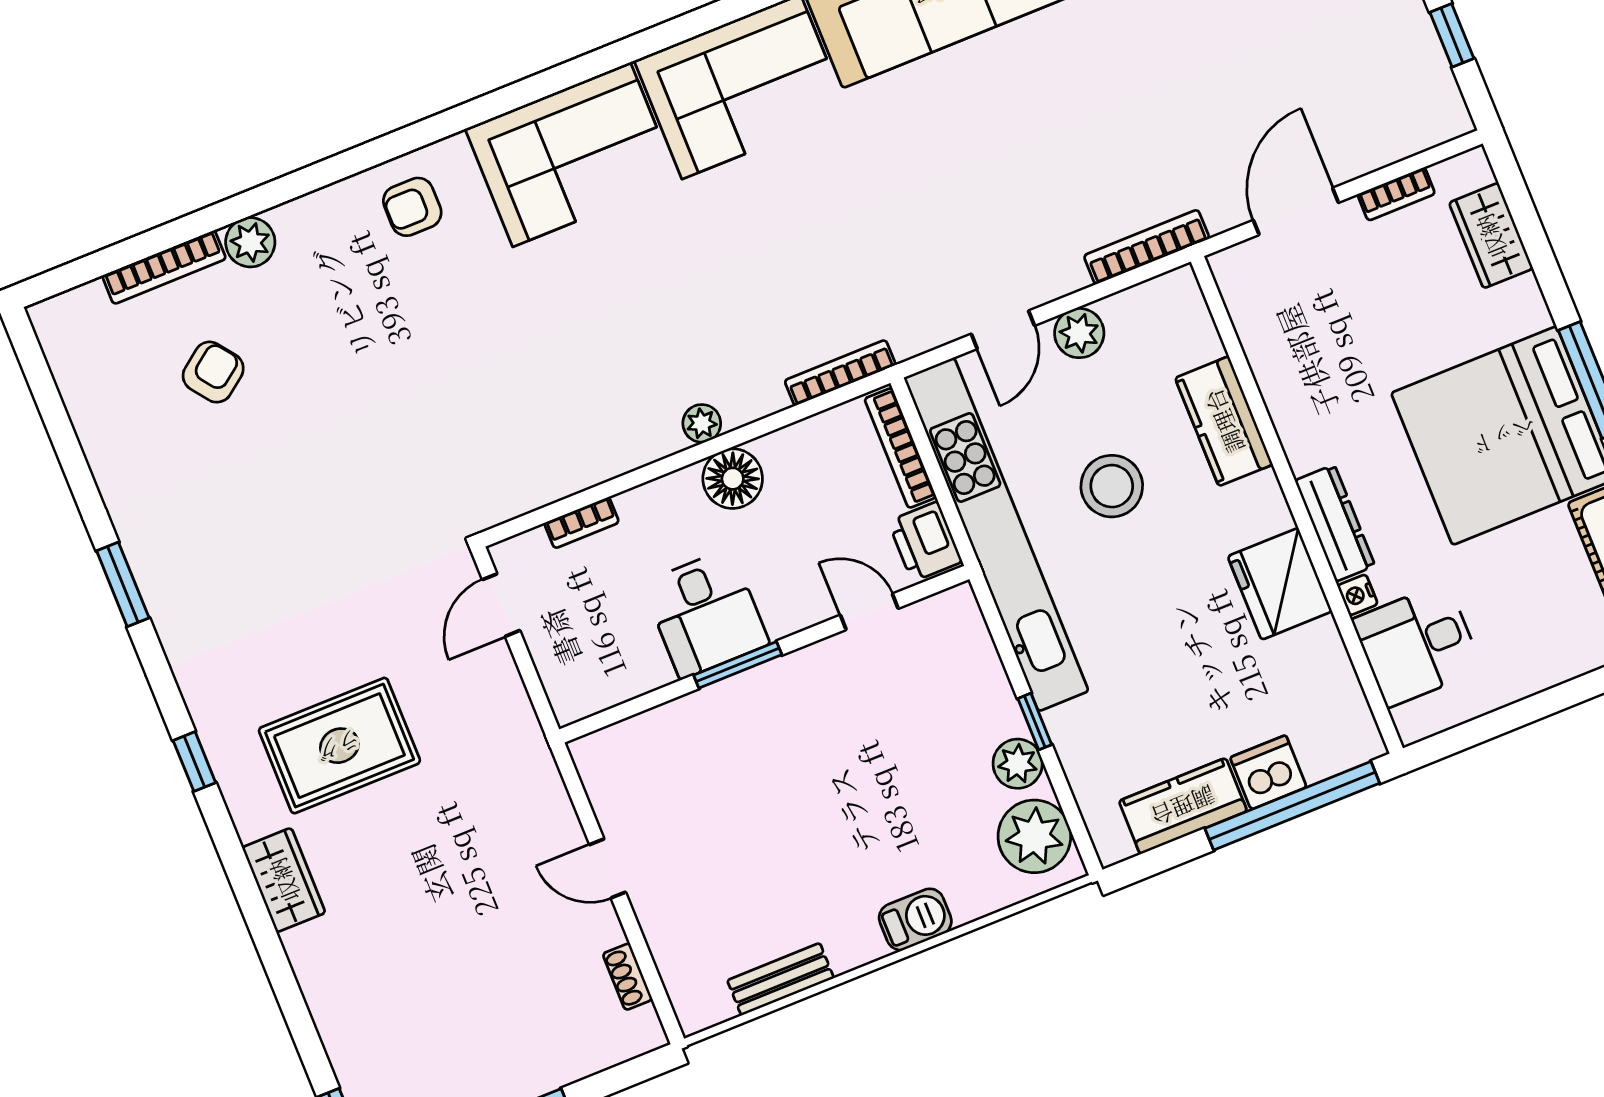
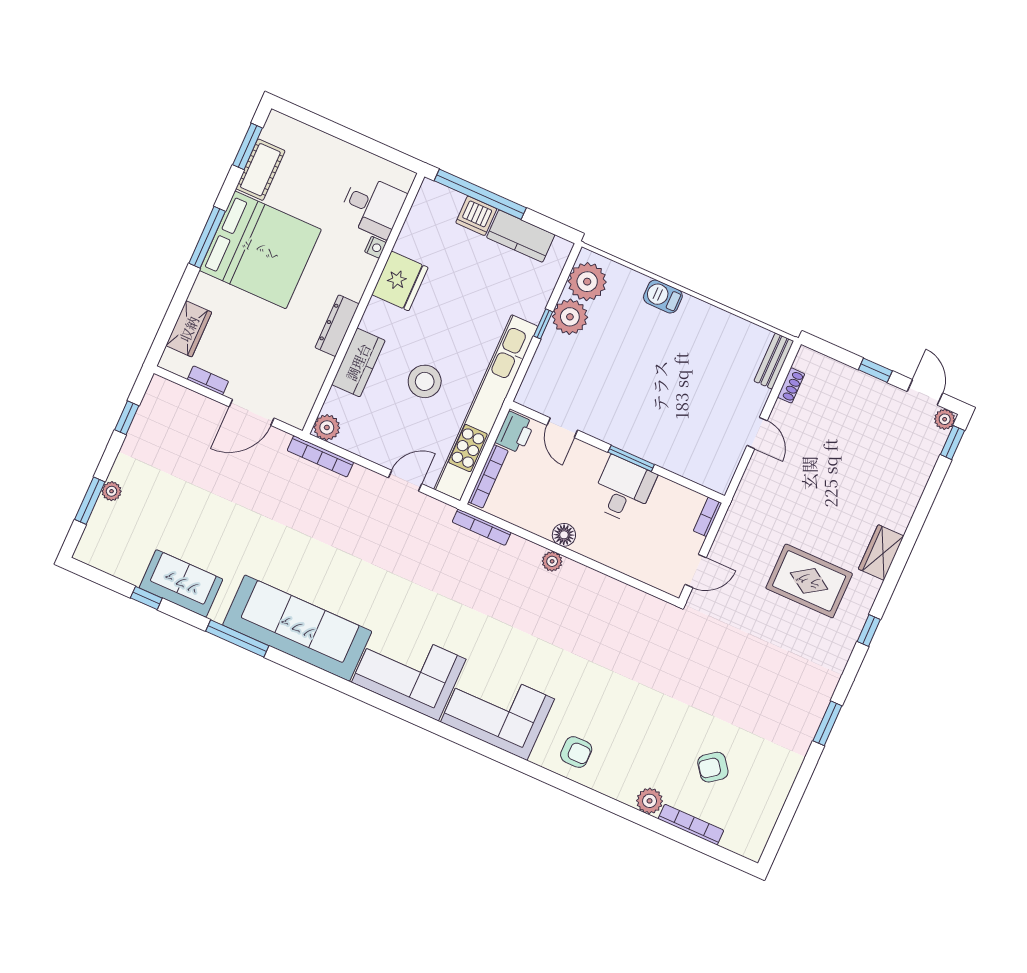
plant: (1079, 333) -> (327, 427), moved
floor lamp: (733, 479) -> (564, 535), width x0.73, depth x0.73
bookcase: (582, 523) -> (707, 517), moved, turned -90
dresser: (1335, 523) -> (337, 326), moved
plant: (1018, 764) -> (570, 317), width x1.36, depth x1.36
bench: (781, 979) -> (774, 361), moved, turned 90

